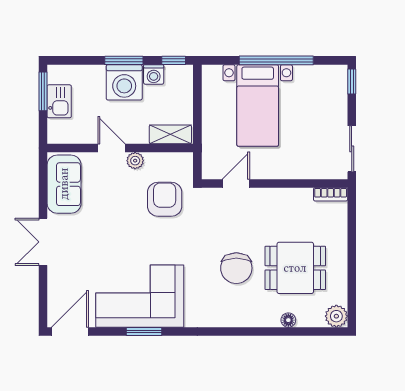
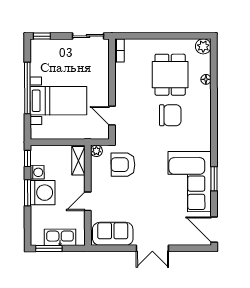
kitchen sink: (59, 101) -> (60, 237), width x1.38
plant: (135, 161) -> (96, 151), moved

